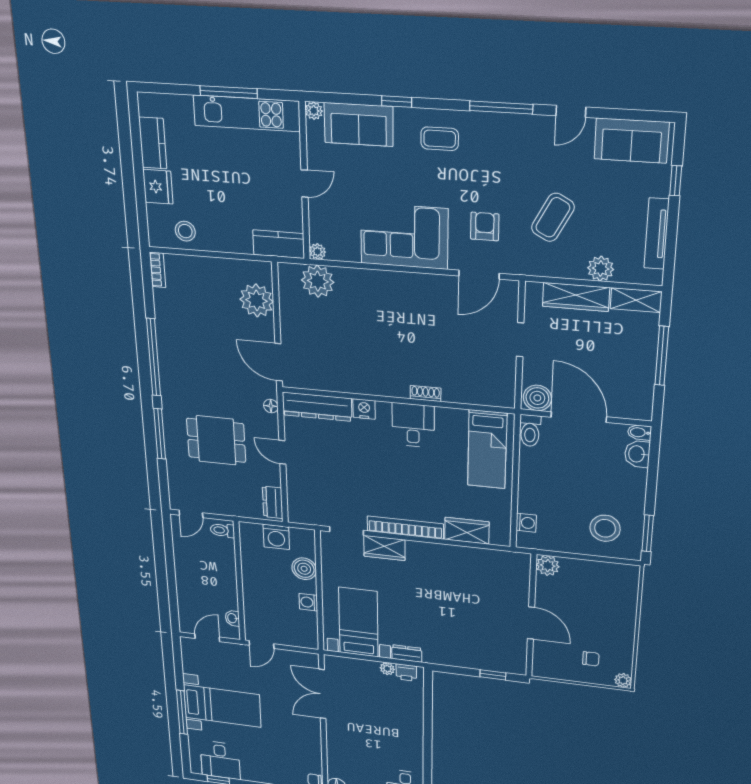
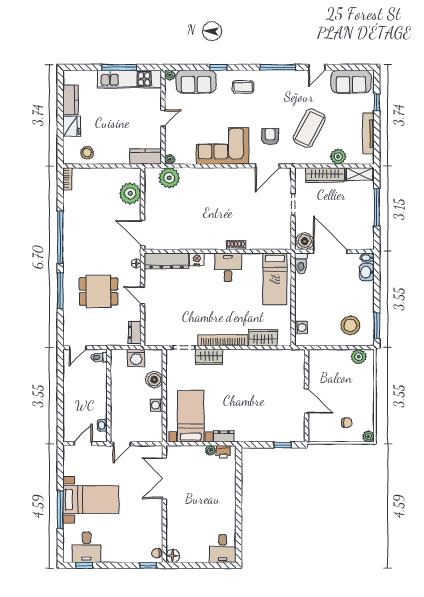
coffee table: (553, 217) -> (309, 128), width x1.36, depth x1.32
plant: (548, 566) -> (359, 357), moved

